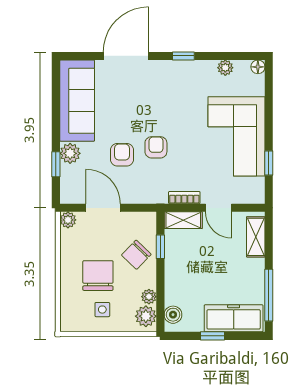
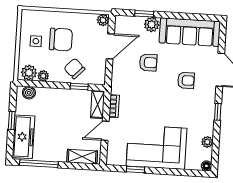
armchair: (156, 147) -> (186, 80), moved

